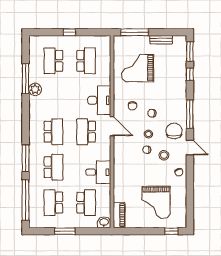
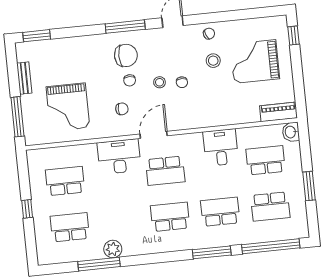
school desk: (53, 61) -> (70, 227), turned 180
window: (190, 74) -> (69, 32), removed
chair: (174, 131) -> (126, 55), moved, turned 180
stool: (164, 155) -> (213, 61), moved
grand piano: (156, 202) -> (255, 62), turned 180

